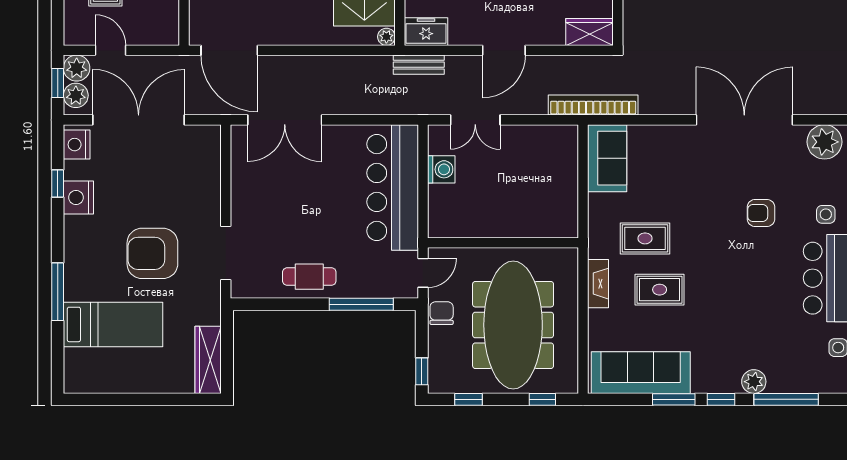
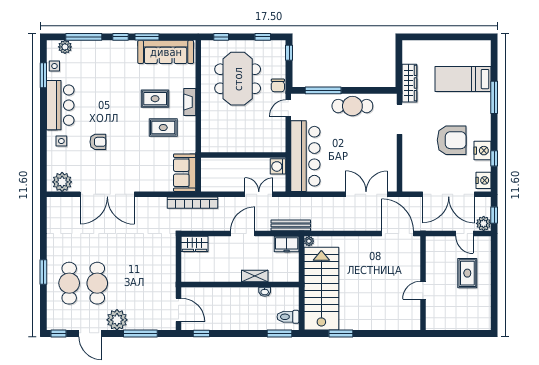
bench: (419, 65) -> (291, 225), width x1.36
plant: (76, 95) -> (484, 208), removed
wall: (503, 243) -> (243, 155), moved
armchair: (152, 253) -> (452, 140), moved
cafe table: (309, 277) -> (352, 106), width x1.37, depth x1.35
meeting table: (513, 325) -> (238, 79), width x0.73
wardrobe: (208, 360) -> (409, 83), moved
plant: (754, 382) -> (65, 47), moved

